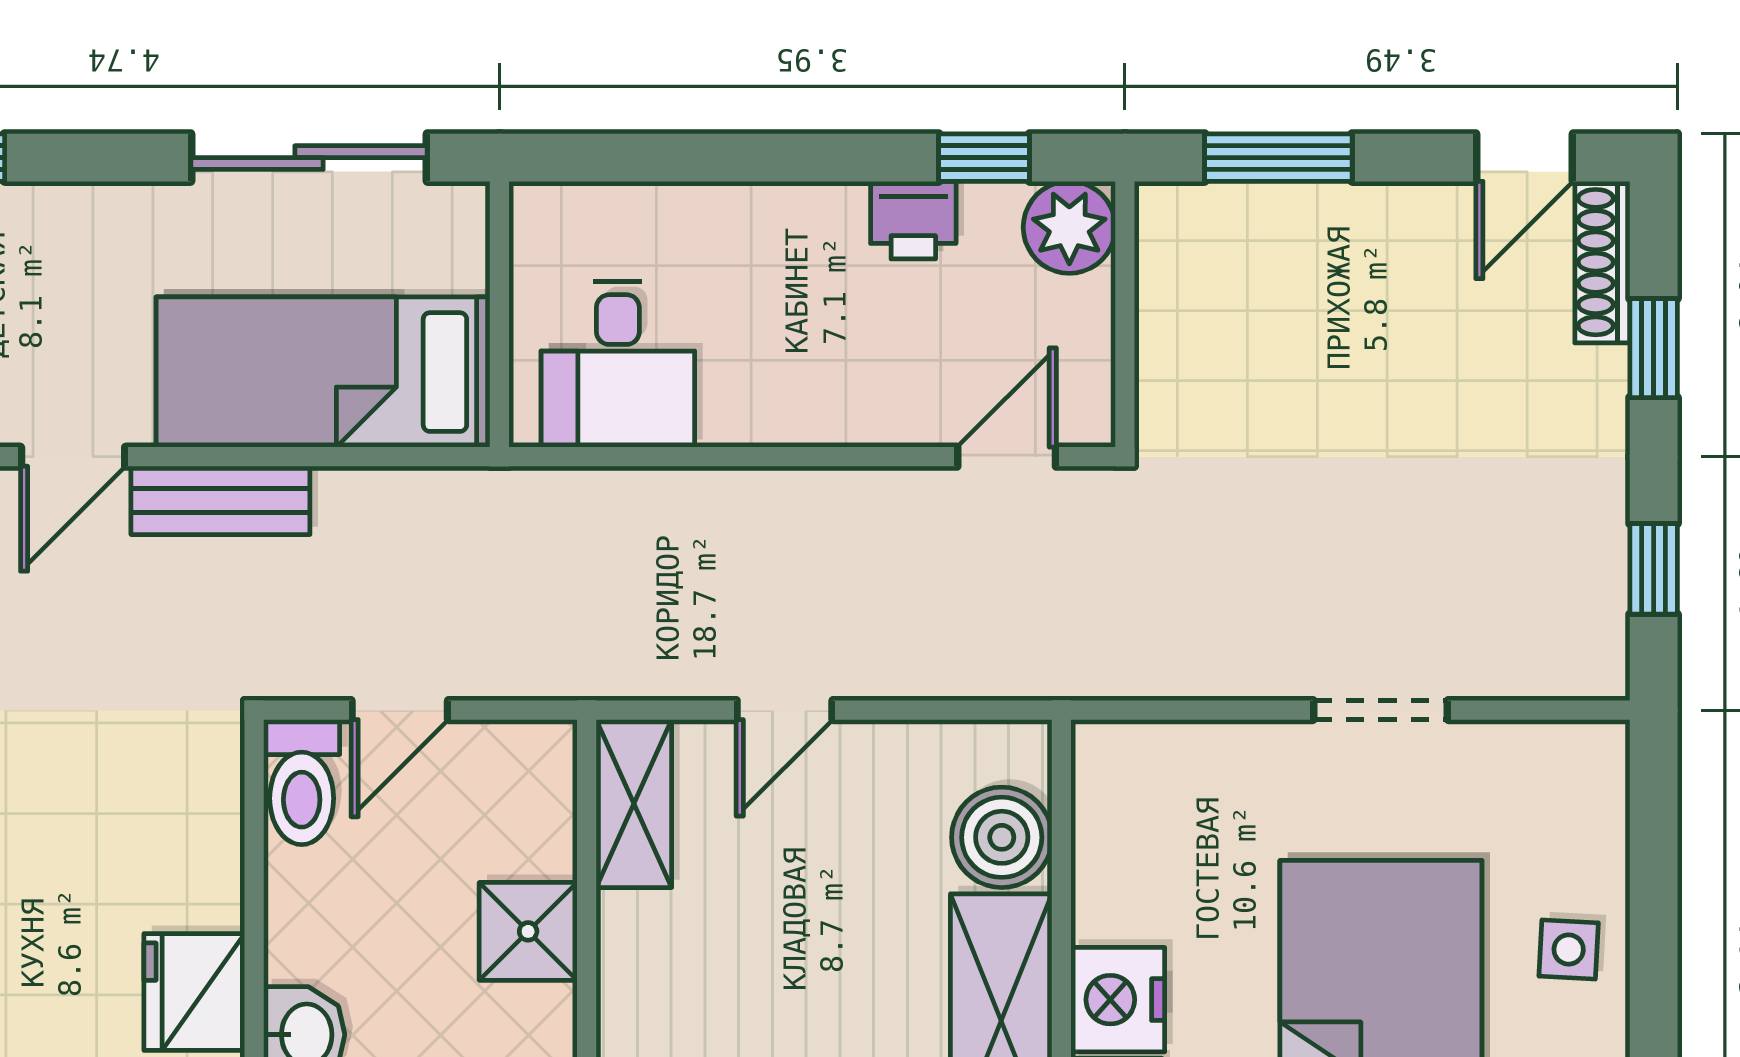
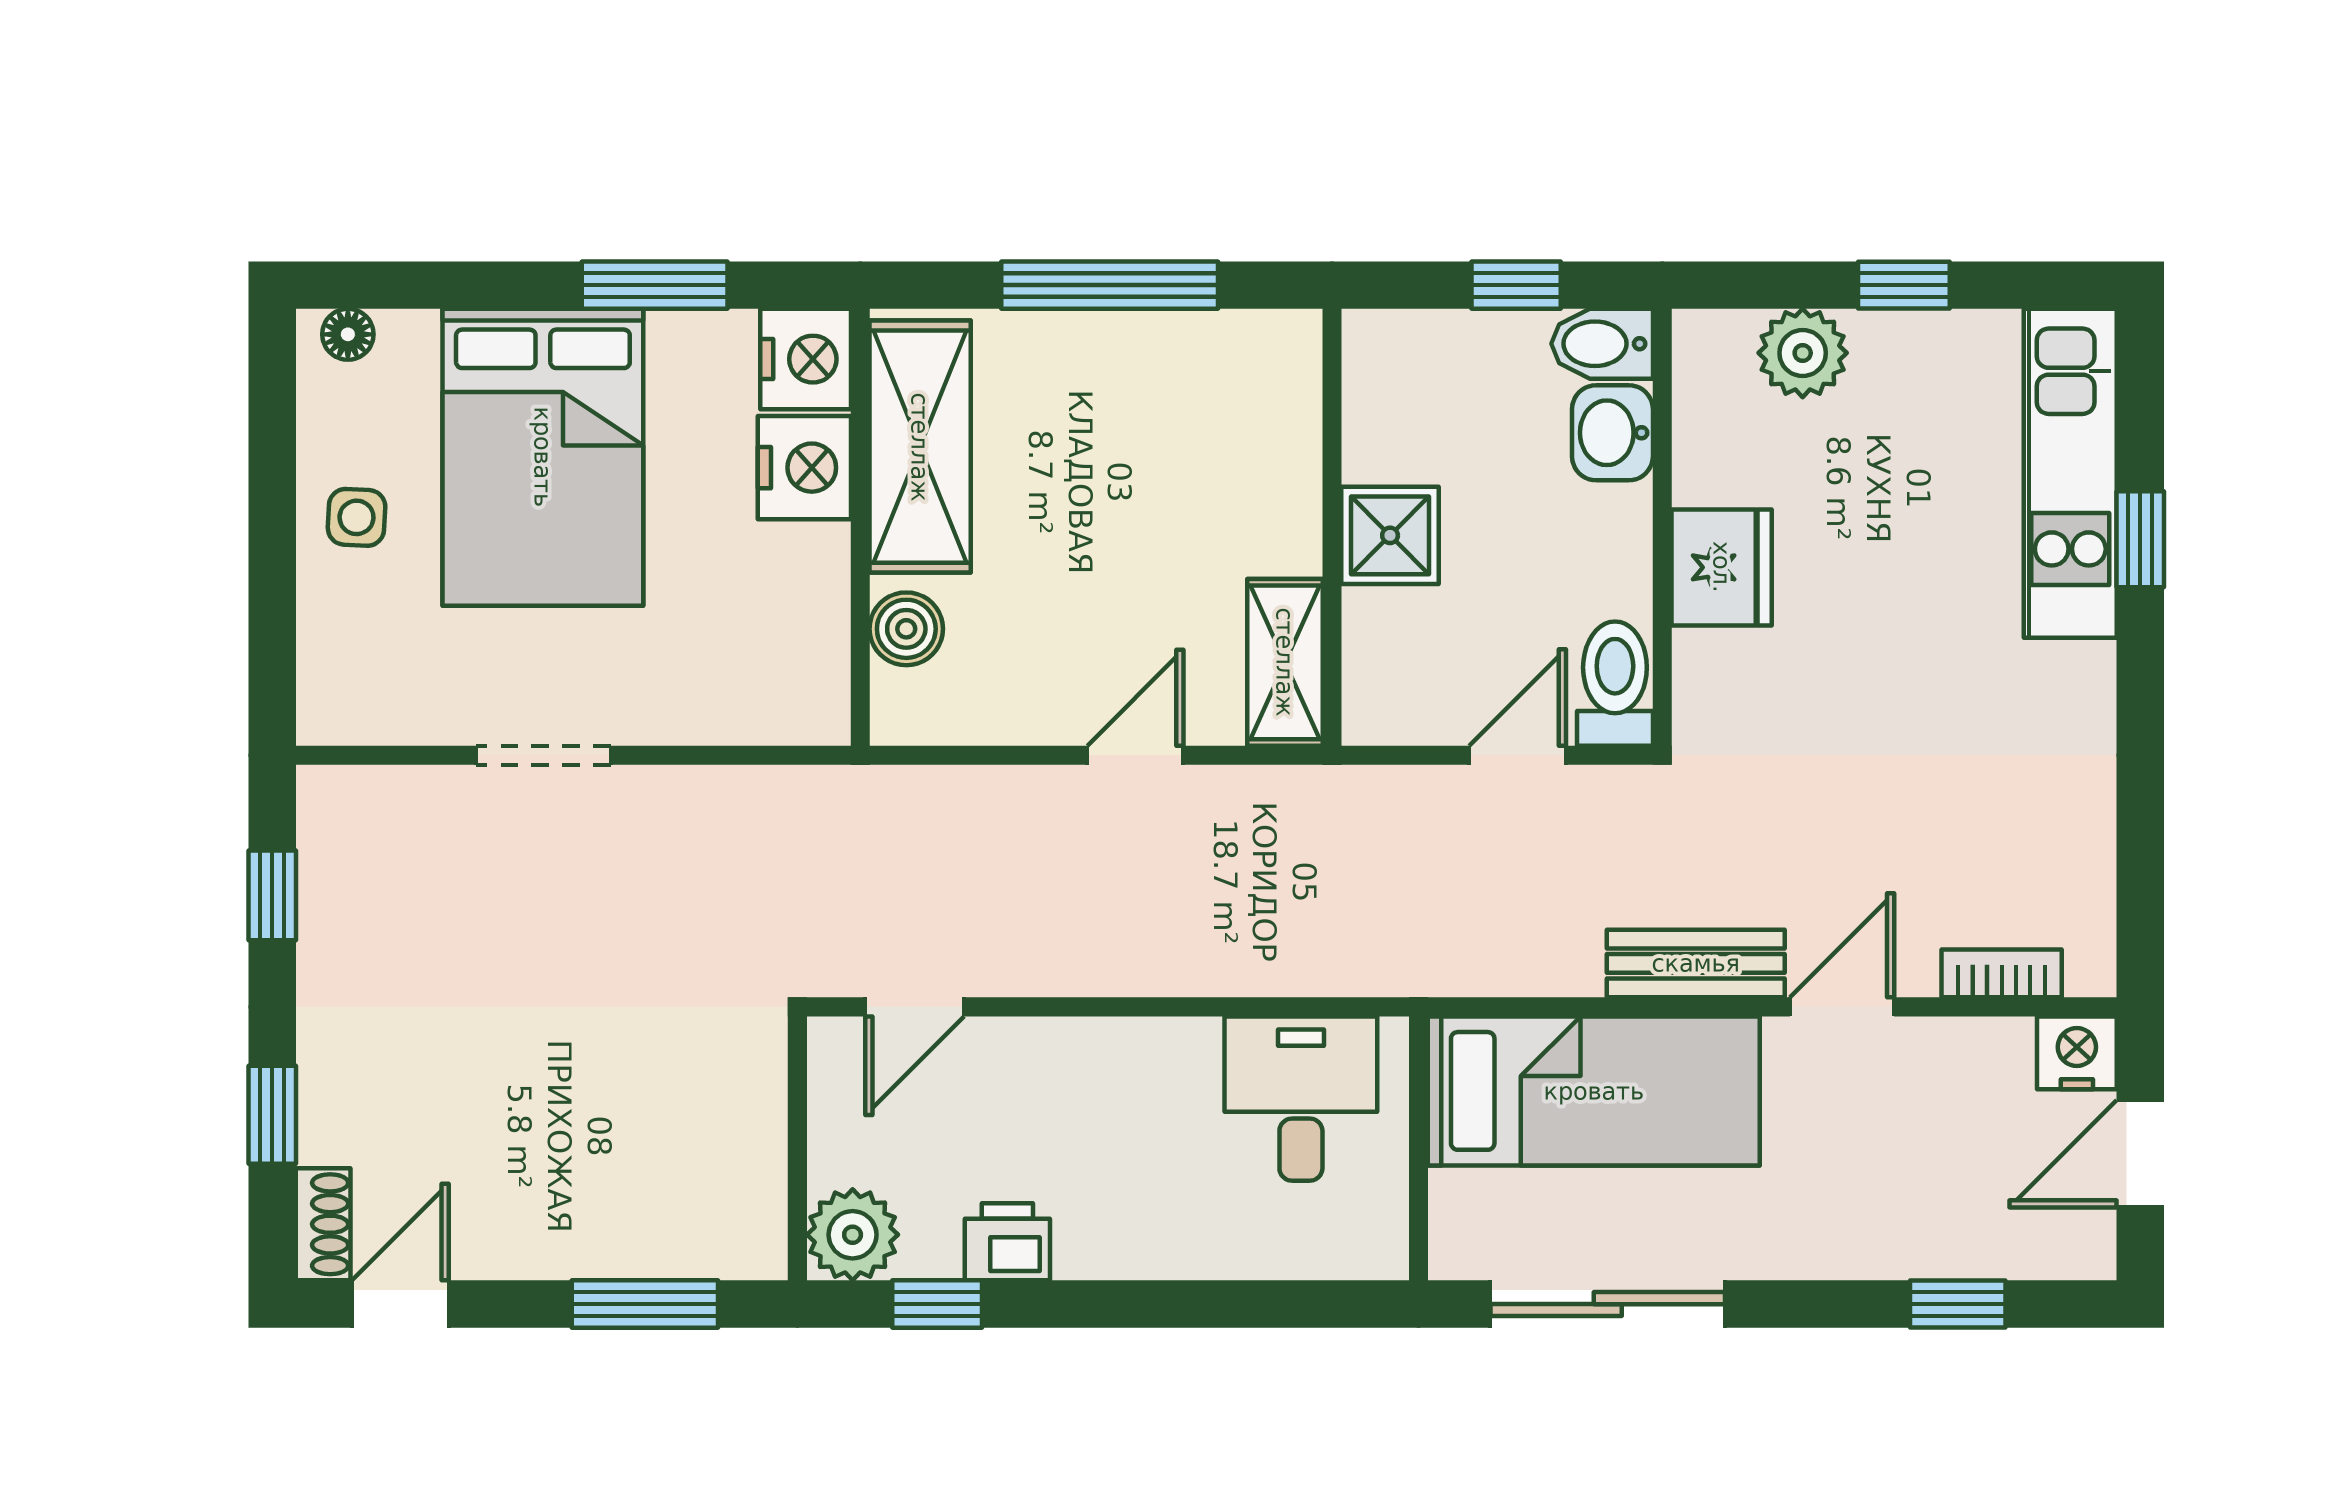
shoe rack: (1602, 262) -> (323, 1224), width x0.70
boiler: (1002, 837) -> (906, 629), width x0.73, depth x0.73
fridge: (194, 992) -> (1722, 567), moved

